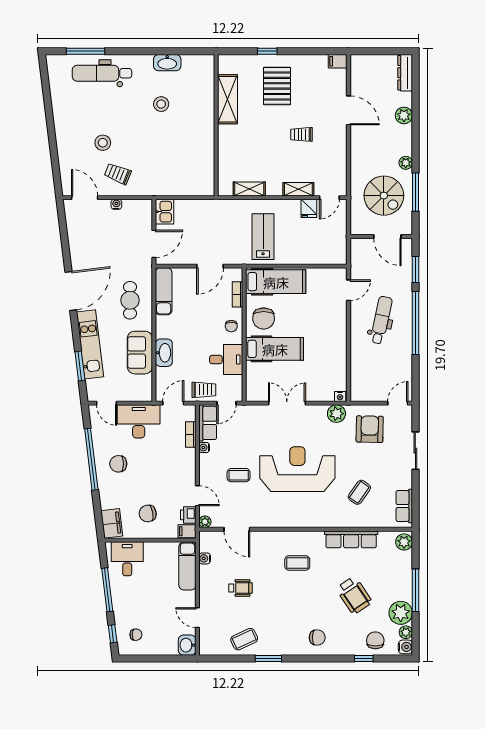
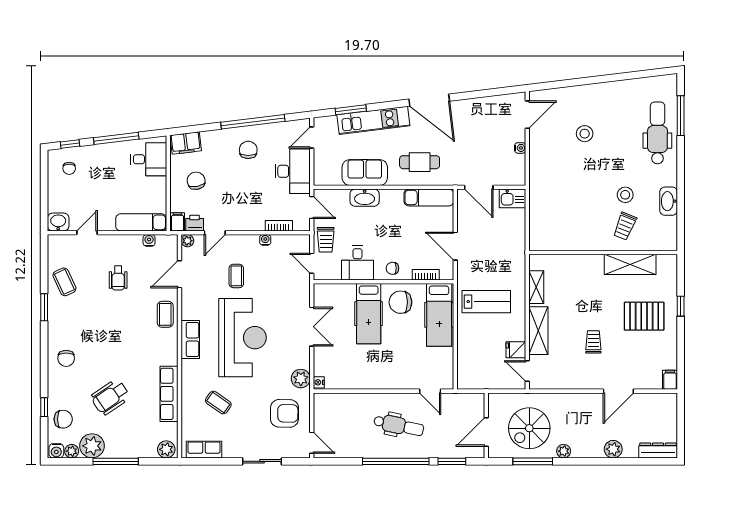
trolley: (118, 174) -> (625, 226), moved, turned 180
shelving: (298, 189) -> (538, 331), width x1.50, depth x1.33
row of seats: (208, 423) -> (190, 340), moved, turned -90
coffee table: (297, 563) -> (165, 314), moved

